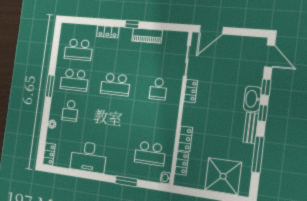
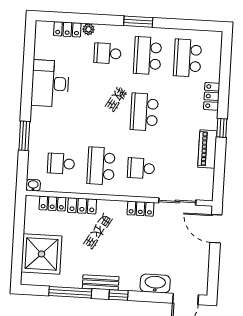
window: (266, 87) -> (149, 297), removed
washbasin: (252, 99) -> (155, 283), moved
school desk: (154, 121) -> (101, 166), added
school desk: (150, 153) -> (61, 164), width x0.54
locker: (49, 154) -> (67, 29), moved

